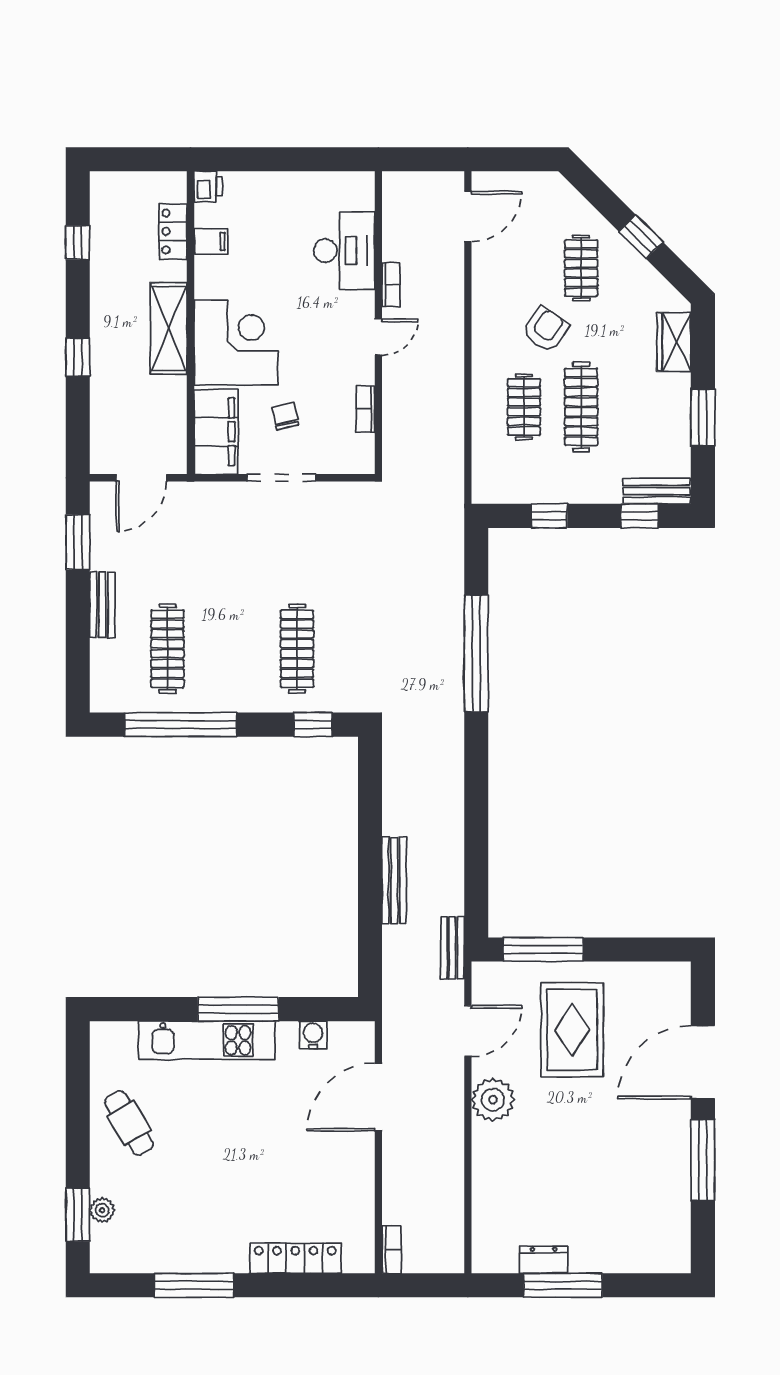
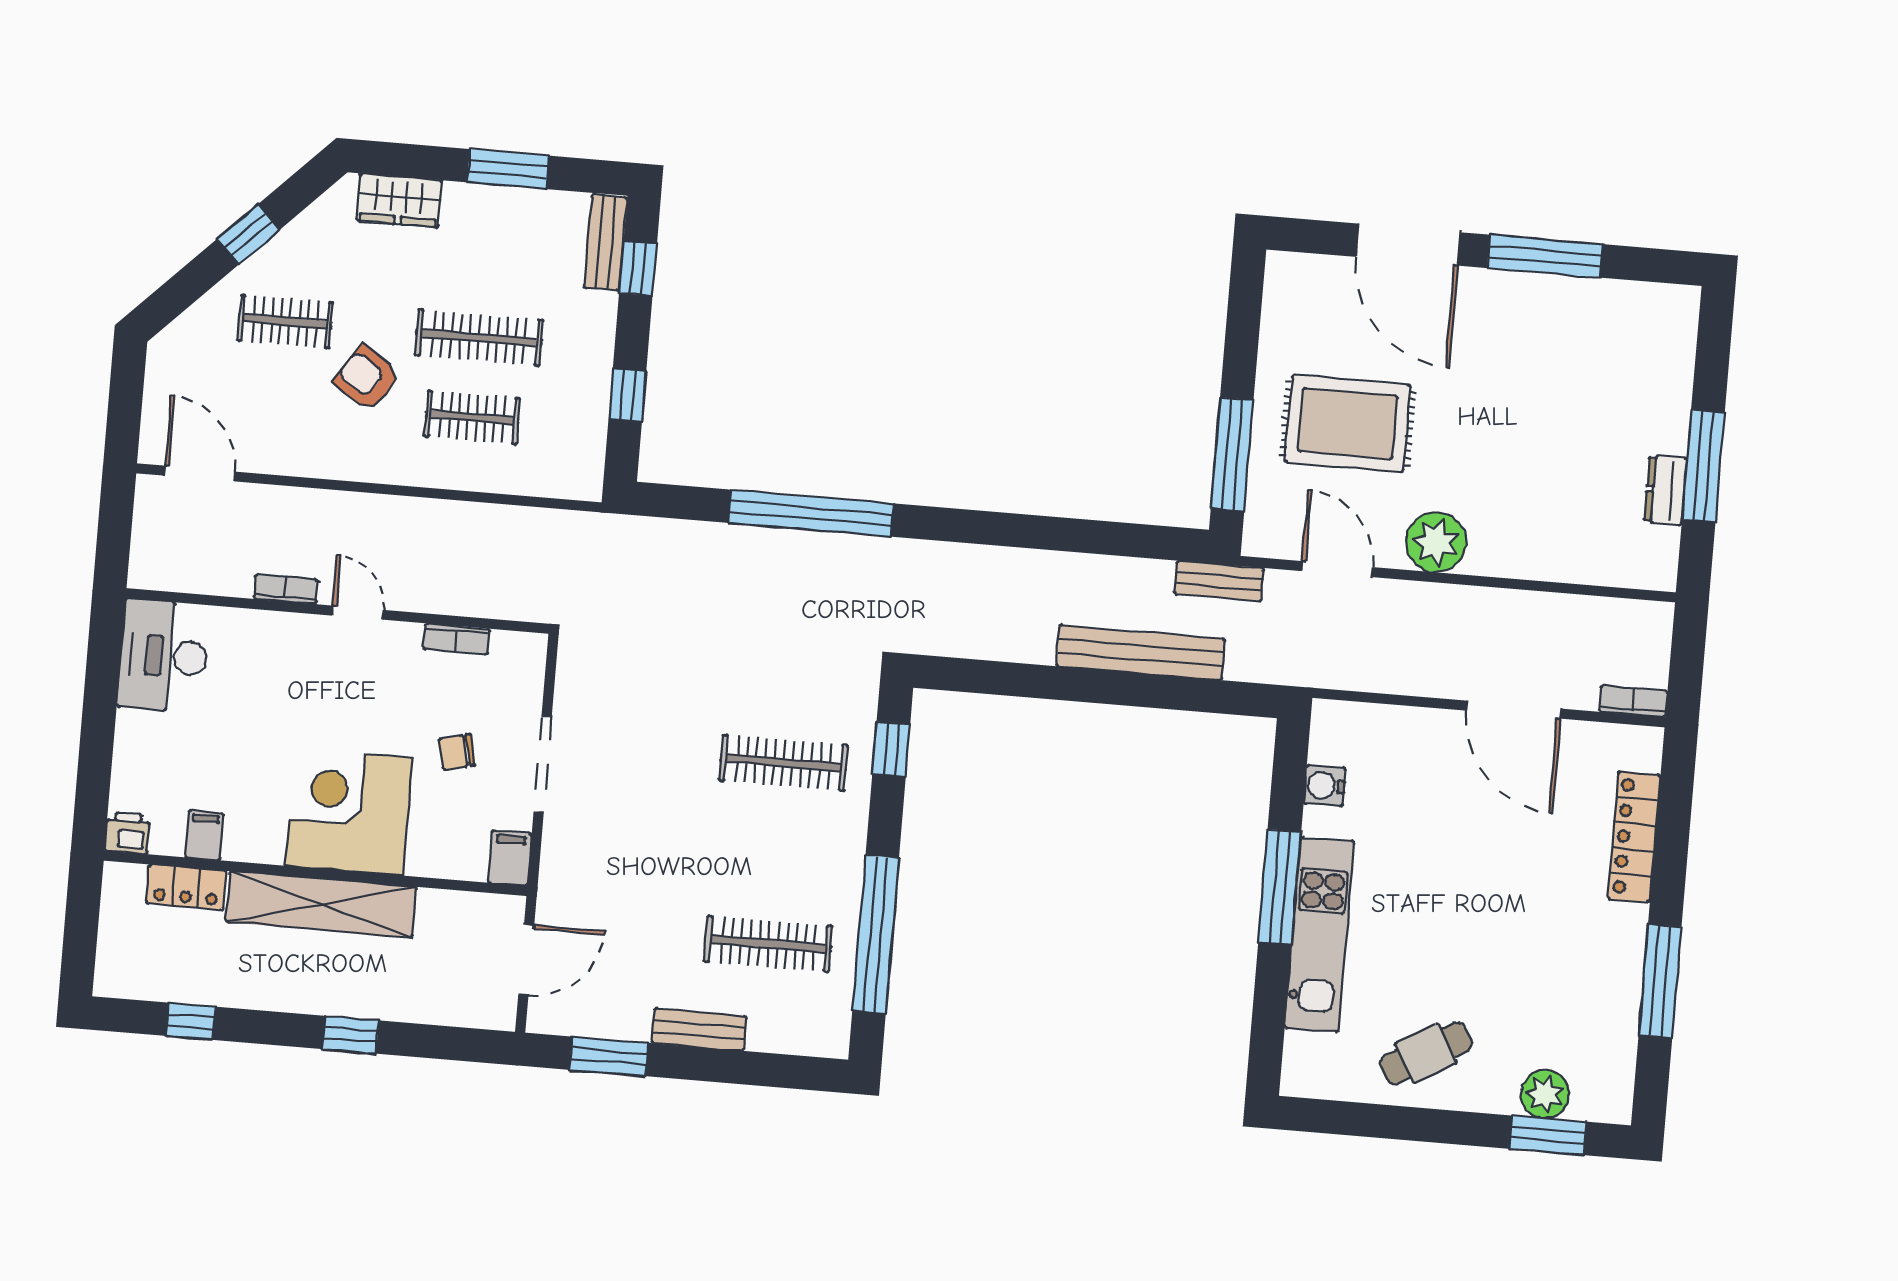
desk: (344, 251) -> (164, 656), moved, turned -90
shelving: (169, 329) -> (321, 904), width x1.47
filing cabinet: (216, 432) -> (510, 858), width x0.33, depth x0.86
door: (142, 478) -> (526, 960), hinge flipped
bench: (394, 880) -> (1141, 653), width x1.37, depth x1.21
door: (378, 1097) -> (1514, 710), moved
plant: (102, 1210) -> (1545, 1094), width x1.38, depth x1.38

